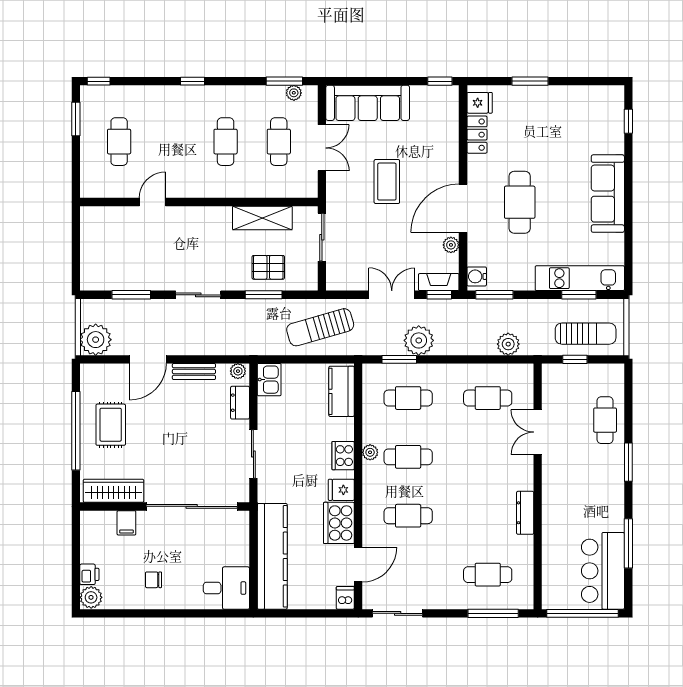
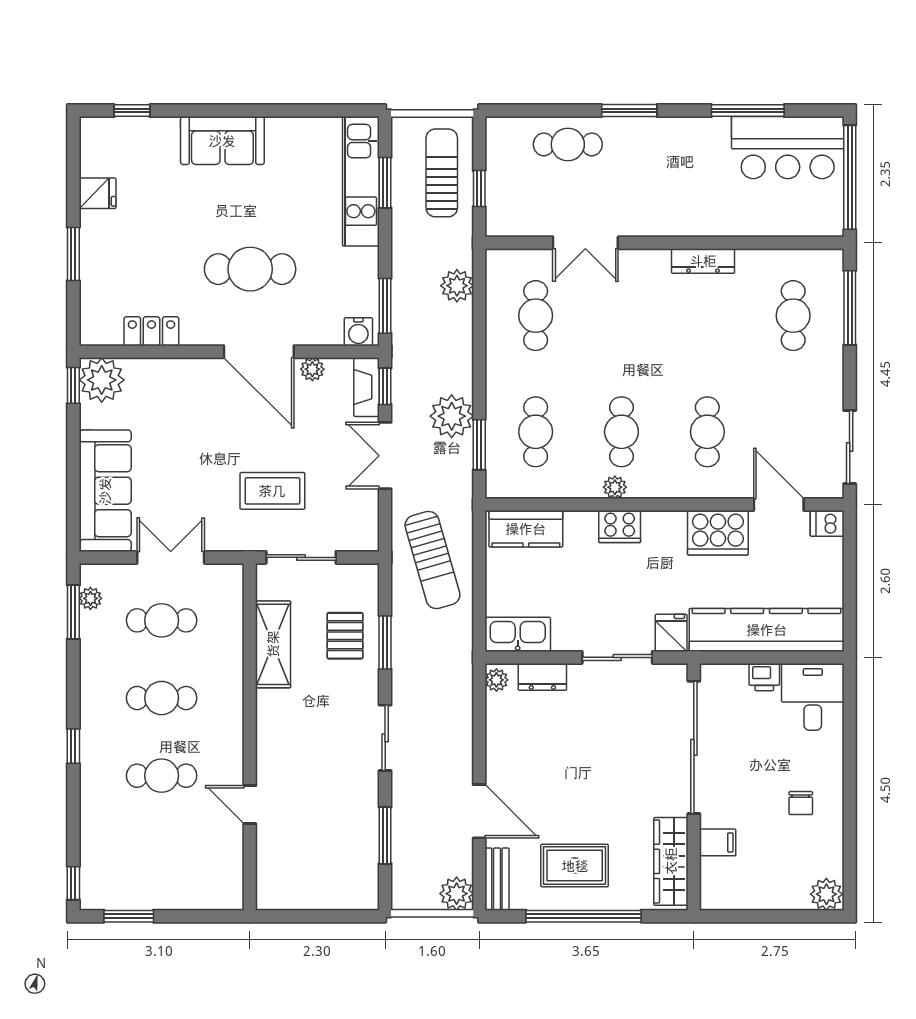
plant: (444, 100) -> (102, 380), added
fridge: (480, 103) -> (98, 193), moved, turned 90
cafe table: (119, 142) -> (162, 776), moved
coffee table: (387, 182) -> (272, 491), moved
sofa: (608, 194) -> (222, 141), width x0.73
plant: (96, 340) -> (457, 894), width x0.73, depth x0.73
bench: (194, 372) -> (497, 879), moved
kitchen sink: (269, 380) -> (518, 634), width x1.38
fridge: (341, 490) -> (671, 633), moved, turned 180
printer: (89, 574) -> (764, 677), moved, turned 180

